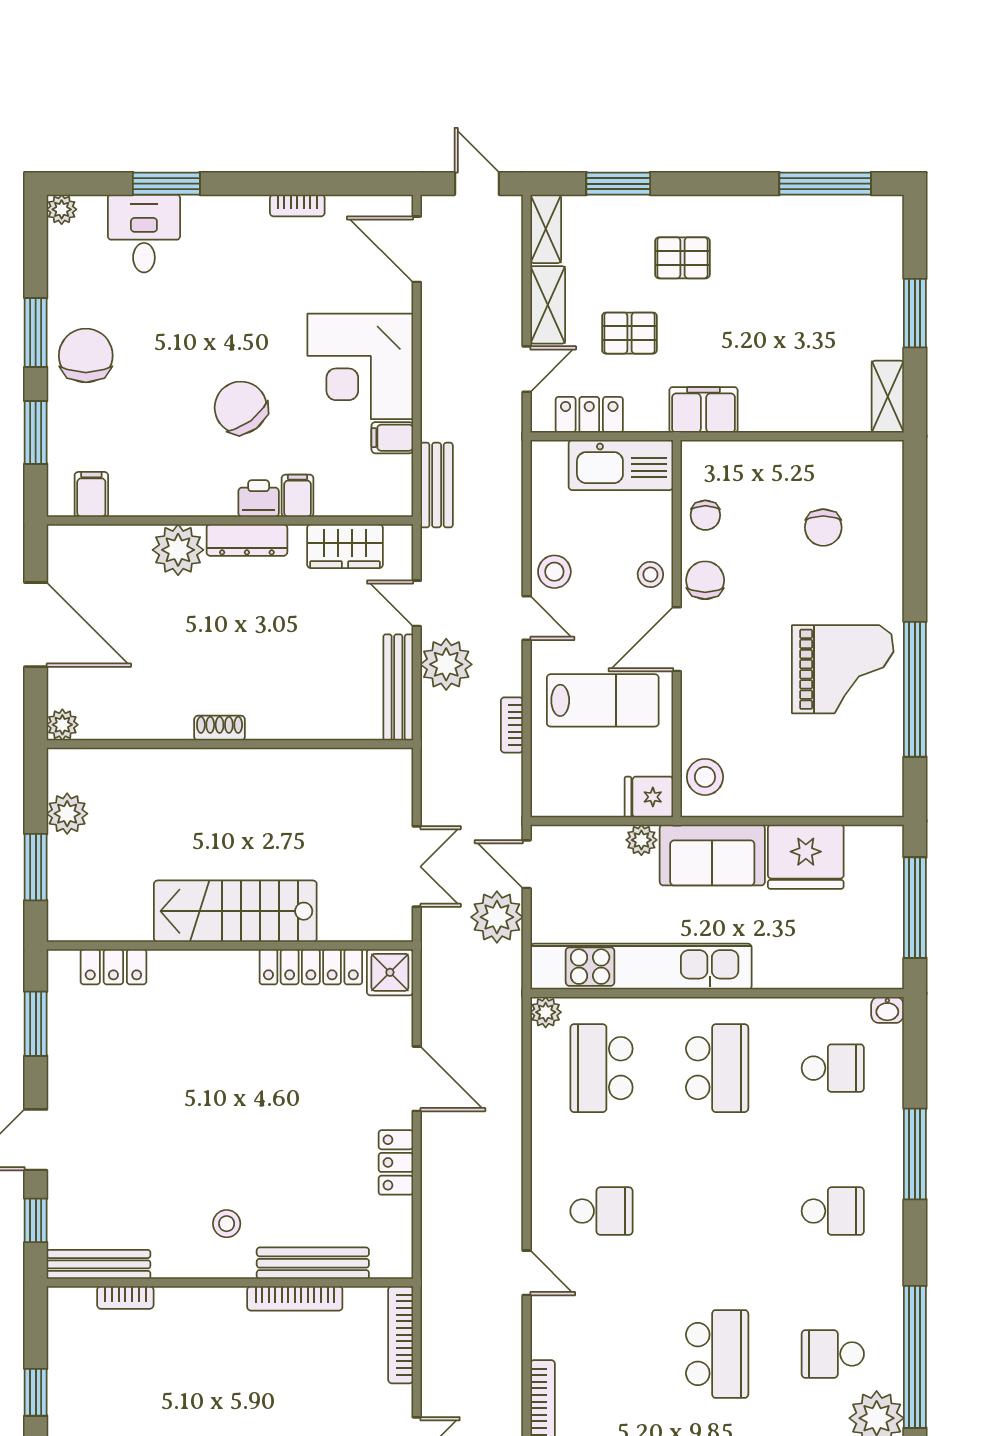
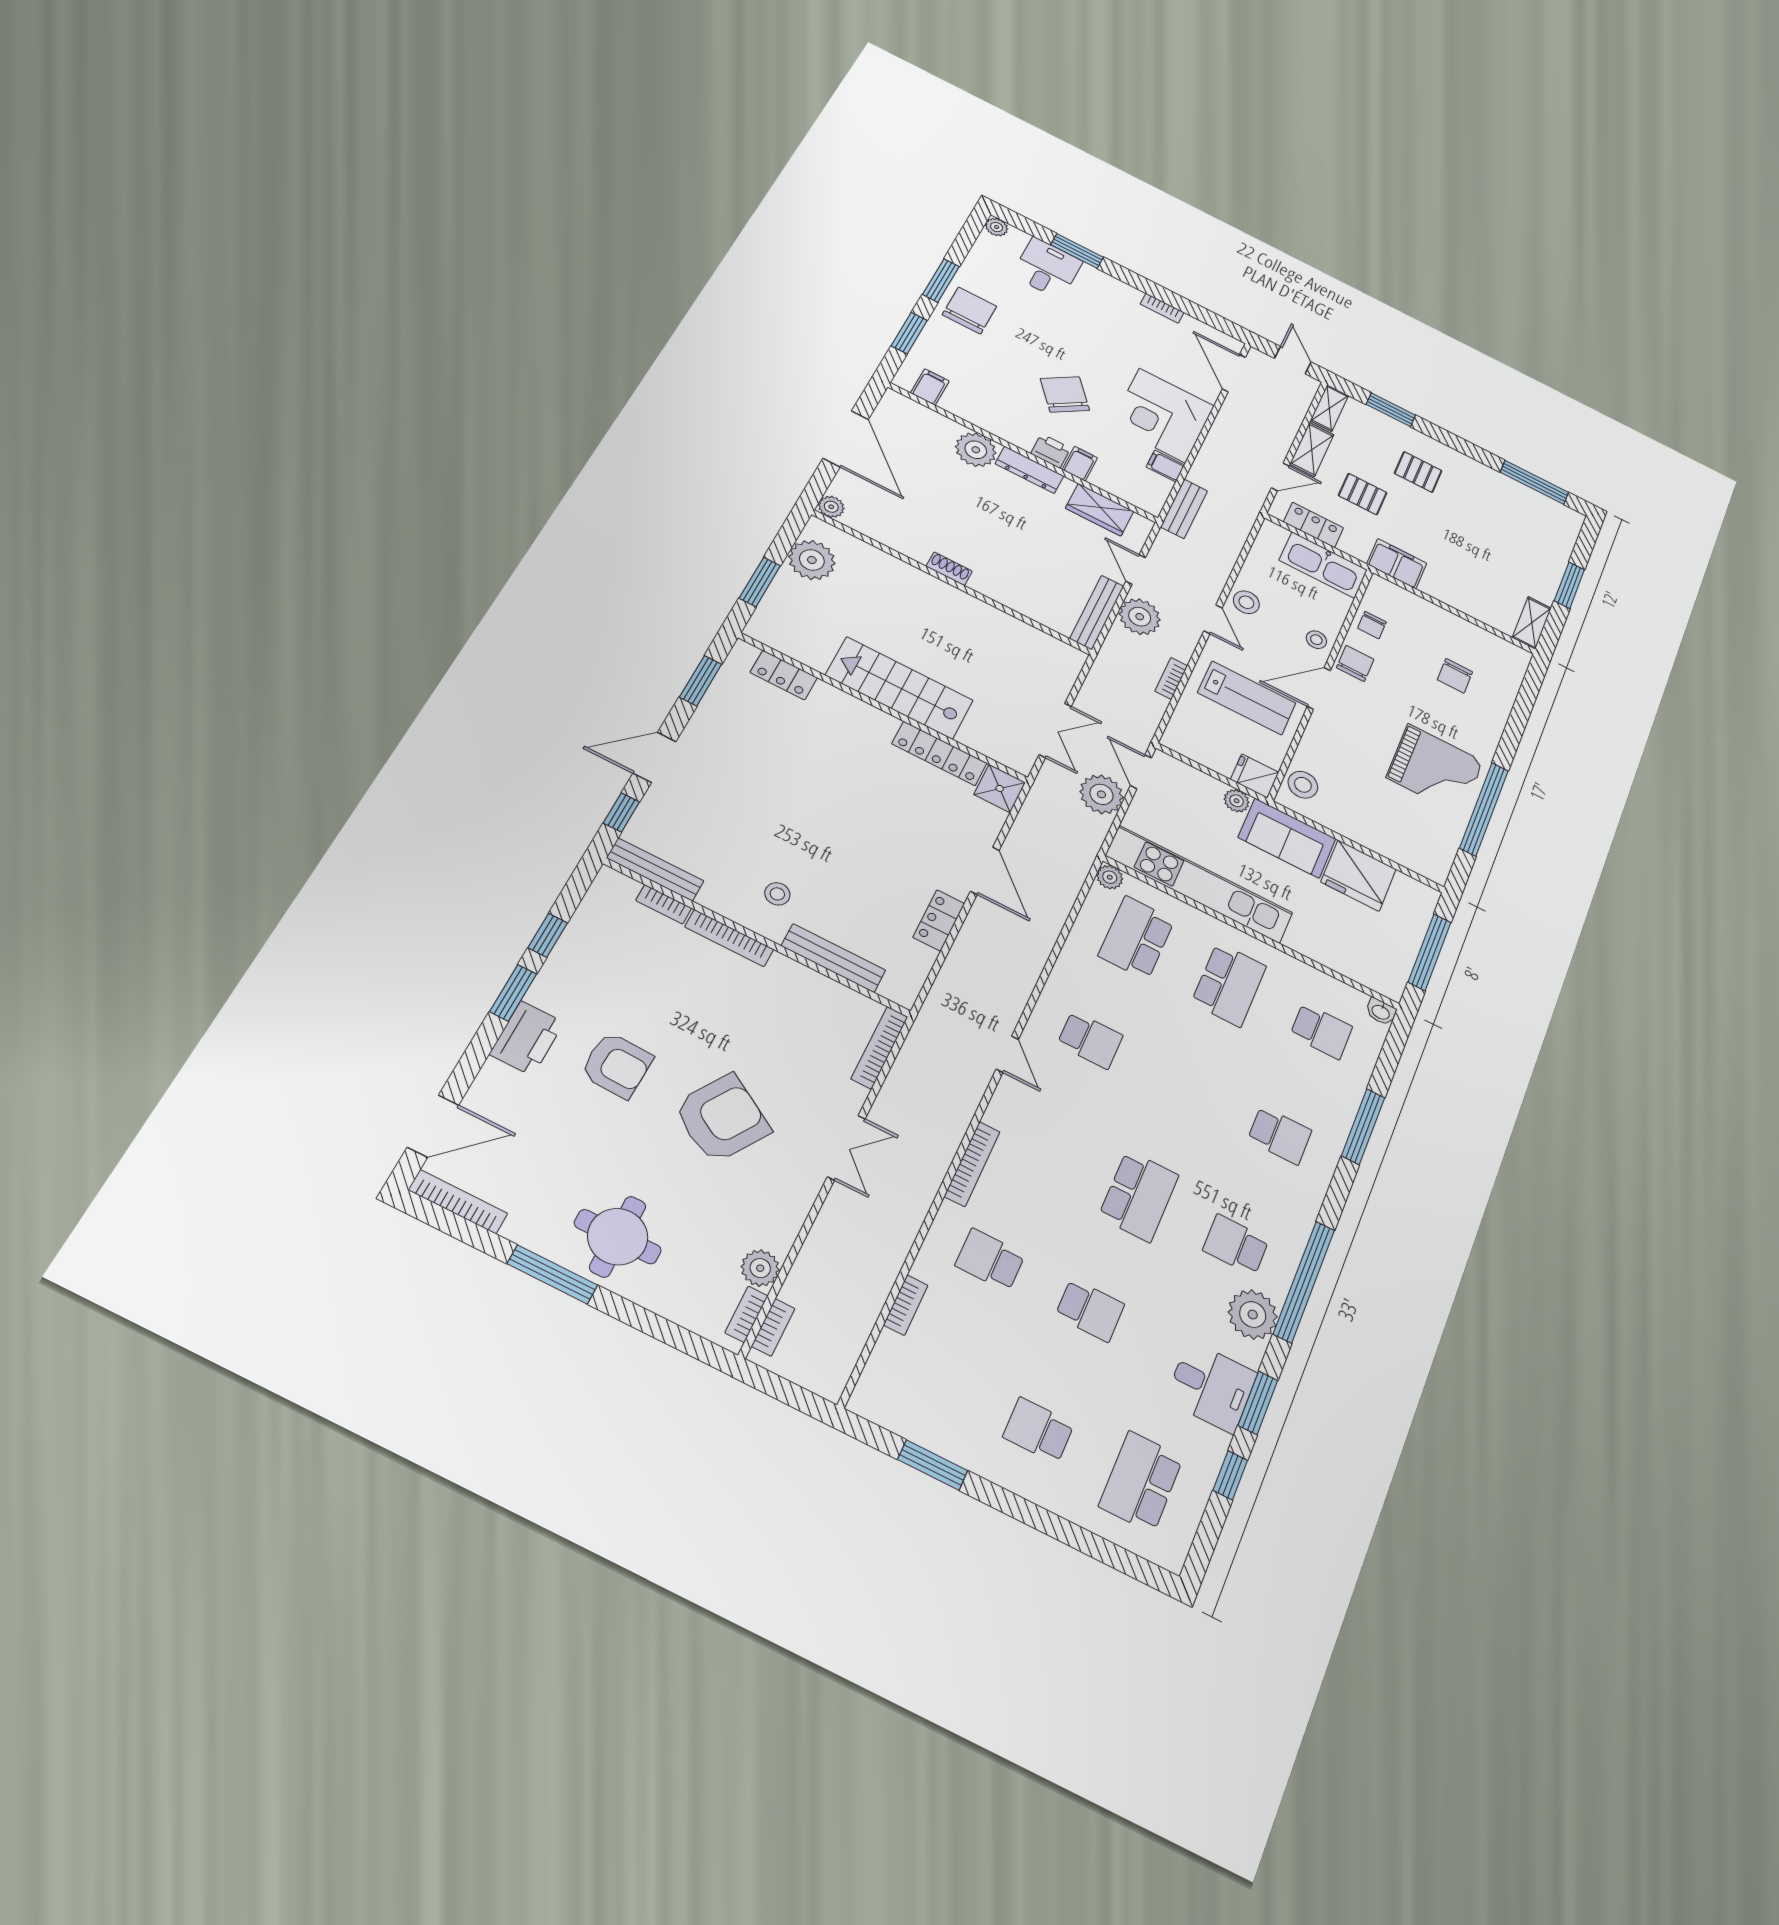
plant: (67, 814) -> (812, 560), width x1.36, depth x1.36
bookcase: (295, 1298) -> (729, 938), moved

